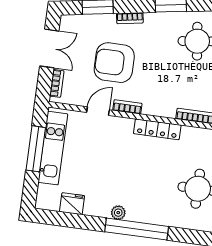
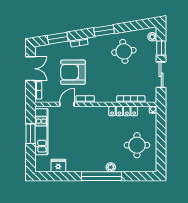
locker: (157, 129) -> (123, 111), moved
window: (36, 149) -> (30, 134), width x0.69
plant: (118, 213) -> (111, 167), moved

